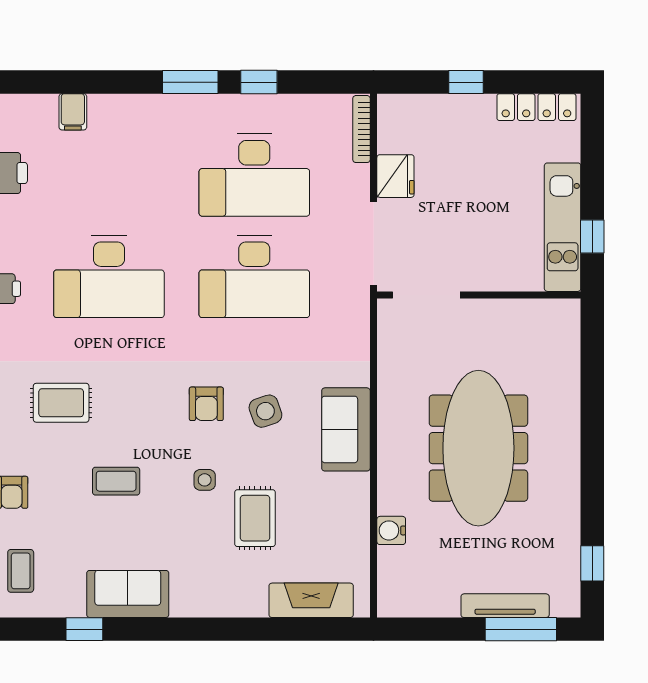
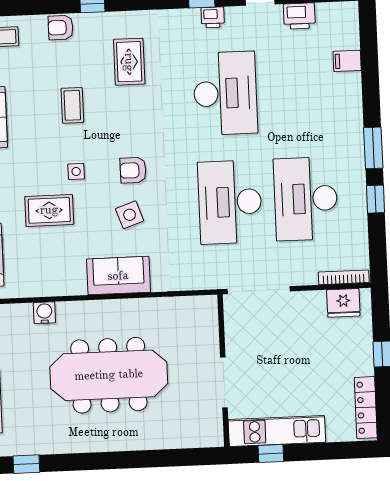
fridge: (395, 176) -> (343, 303), moved
desk: (109, 276) -> (225, 93), turned 180
doorway: (426, 295) -> (224, 382), moved

